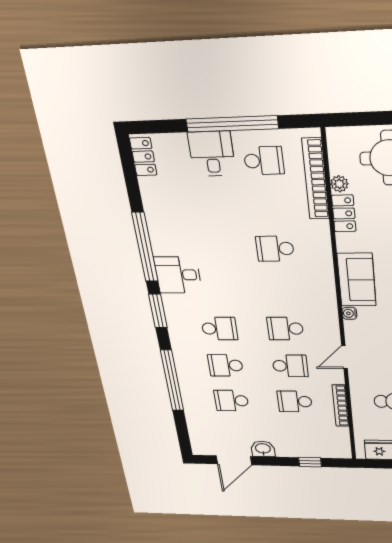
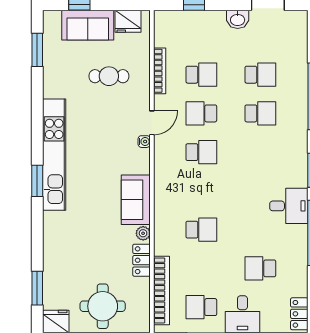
plant: (339, 184) -> (143, 233), moved
water cooler: (349, 313) -> (144, 142), moved
school desk: (219, 329) -> (260, 268), moved

